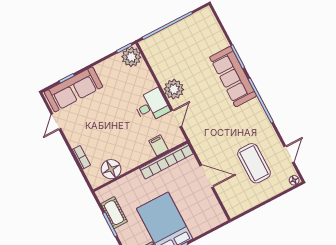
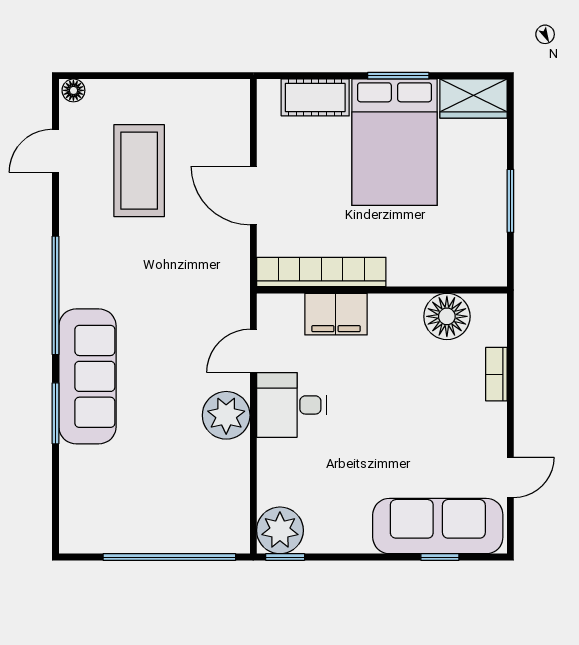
filing cabinet: (159, 145) -> (336, 314), width x2.00
cot: (114, 213) -> (315, 97), moved, turned 90

